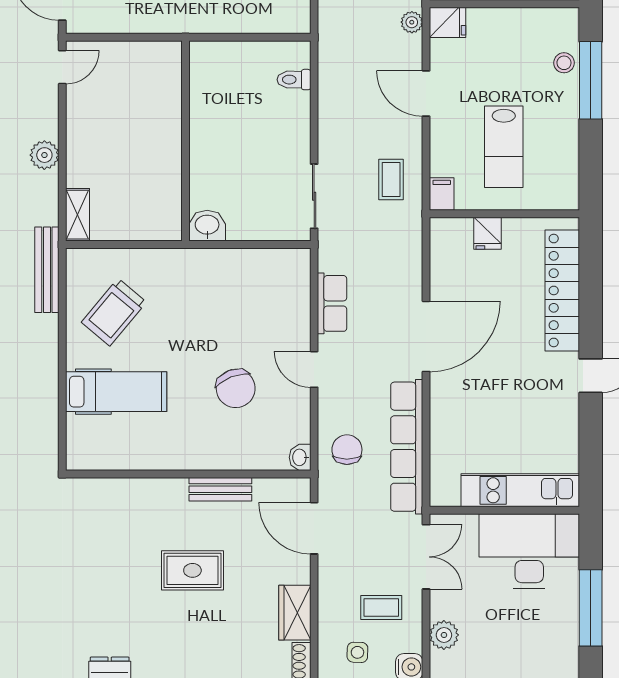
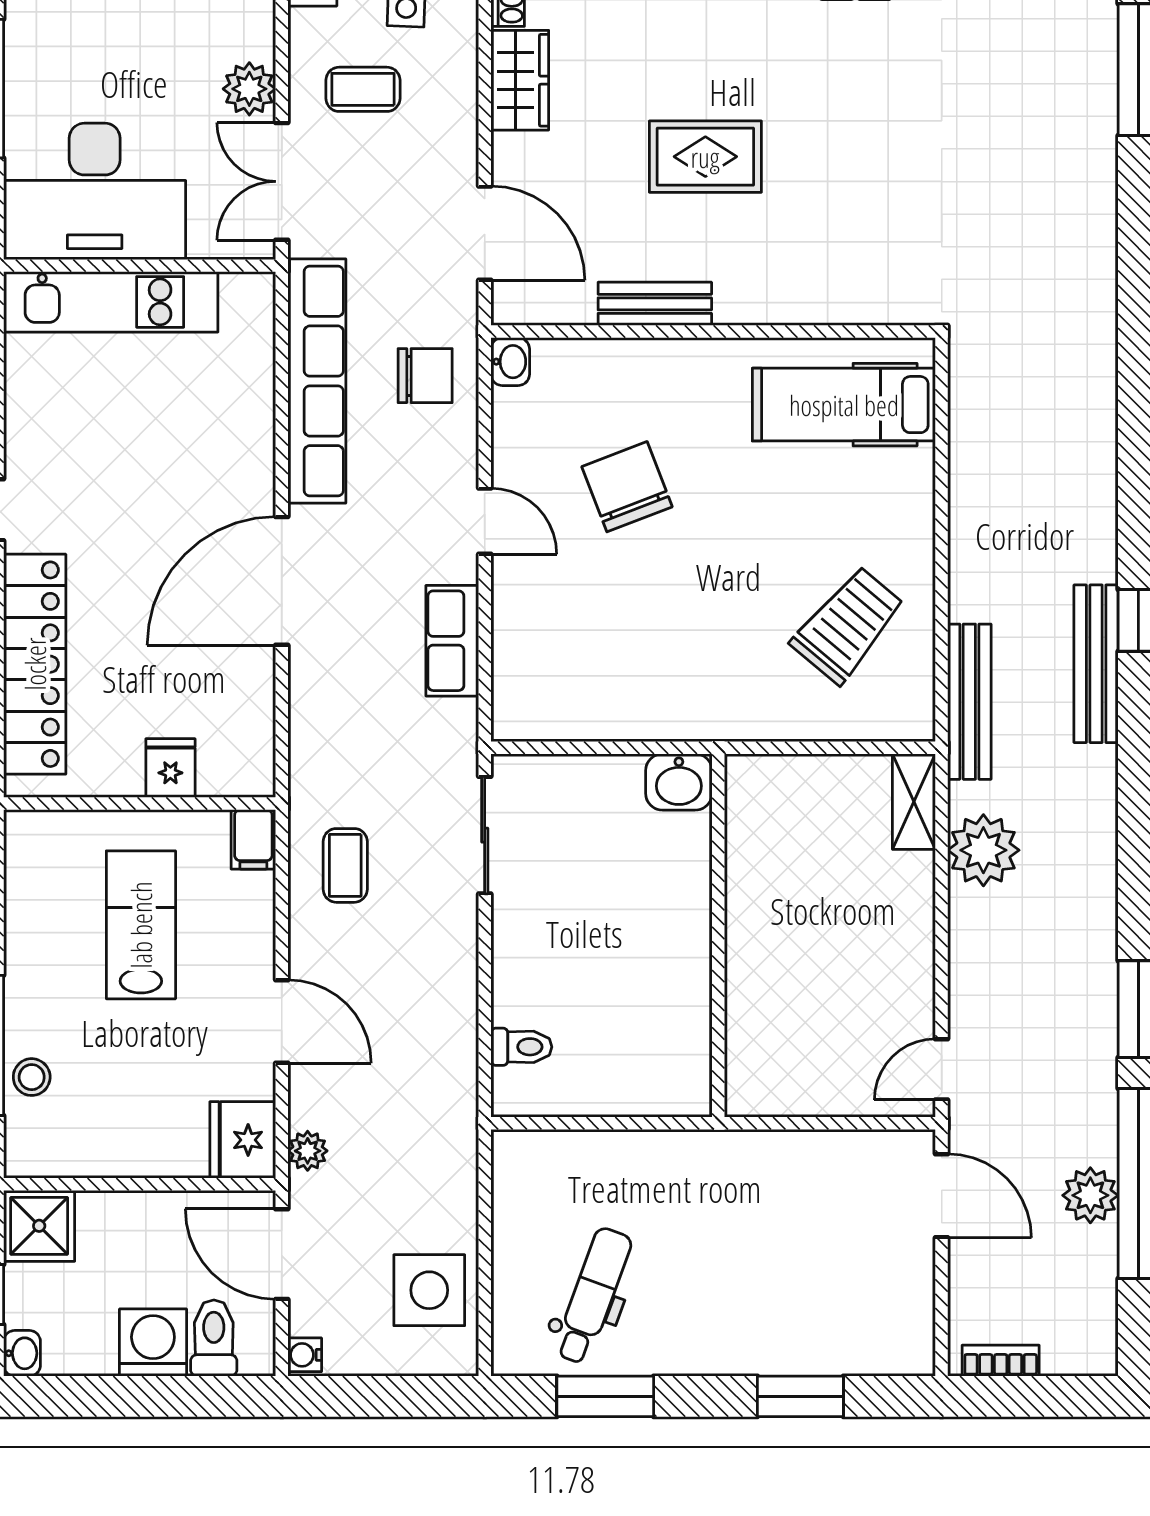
fridge: (448, 22) -> (243, 1140), width x1.38
plant: (44, 155) -> (983, 850), moved, width x1.36, depth x1.36
hospital bed: (116, 392) -> (844, 405), moved
chair: (347, 450) -> (425, 376), turned -90
plant: (444, 635) -> (249, 89), moved

